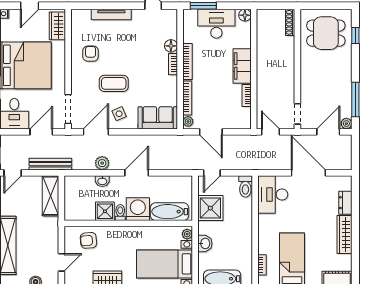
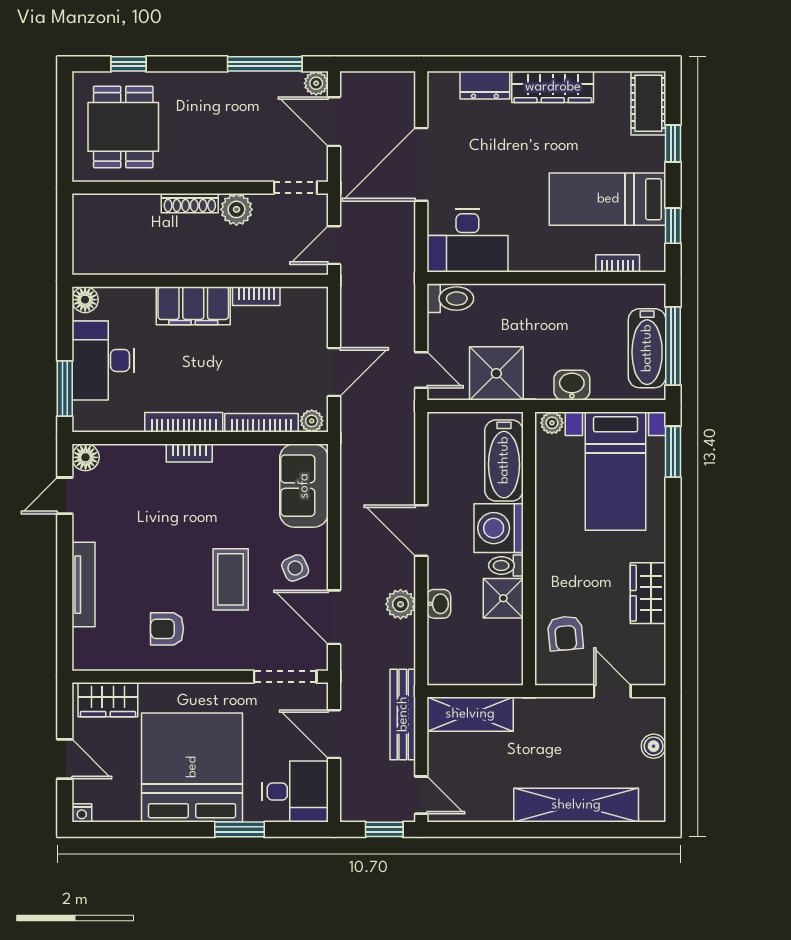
shoe rack: (290, 22) -> (190, 203), moved
floor lamp: (171, 46) -> (86, 457), moved
plant: (287, 86) -> (236, 209), added

